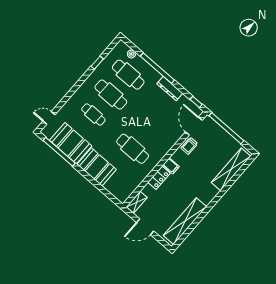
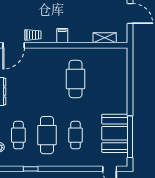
cafe table: (128, 75) -> (18, 135), width x0.73, depth x0.74
booth: (97, 167) -> (116, 95), removed
locker: (159, 178) -> (80, 37), removed
shelving: (137, 202) -> (105, 38), moved

